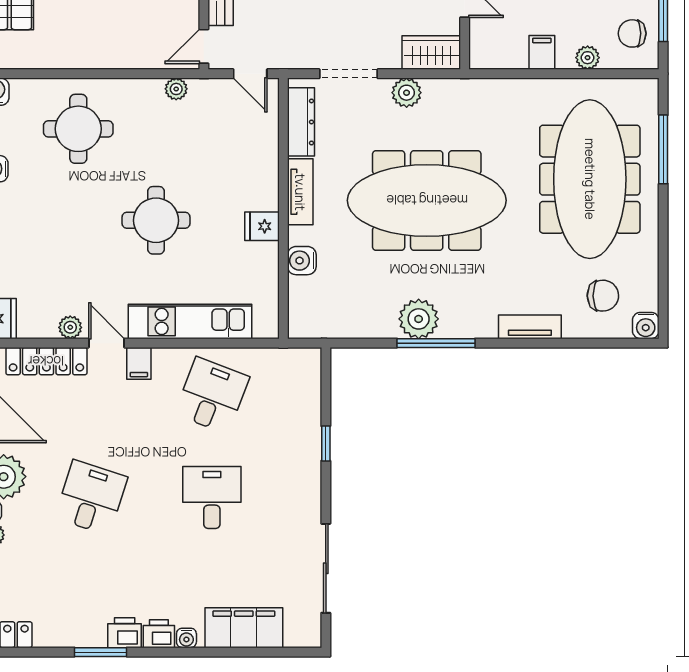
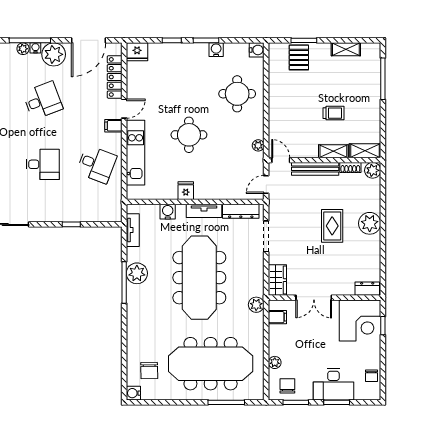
filing cabinet: (542, 52) -> (277, 317), moved
plant: (407, 93) -> (256, 305), moved
plant: (70, 327) -> (132, 90), removed
tv unit: (530, 327) -> (133, 230), moved
desk: (91, 498) -> (43, 101), turned -39

